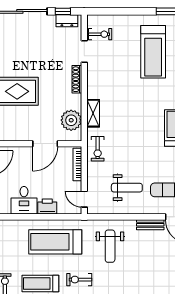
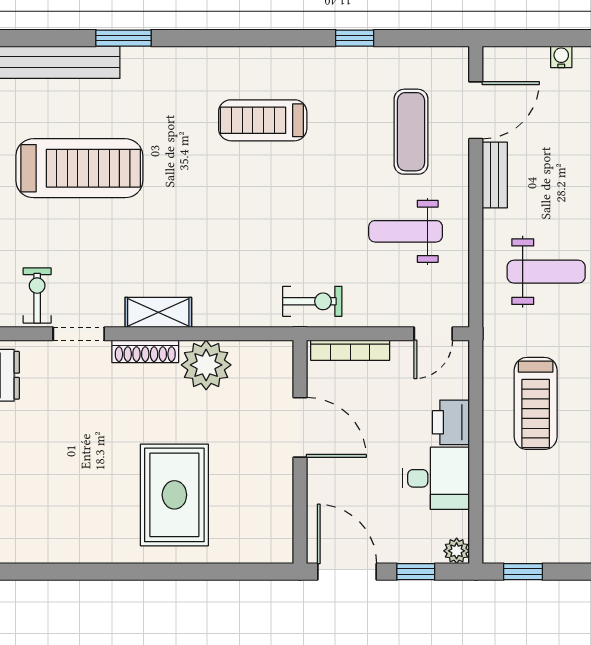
shelving: (93, 113) -> (158, 312), moved
plant: (71, 120) -> (206, 365), moved
weight bench: (127, 188) -> (406, 231), turned -90
treadmill: (55, 242) -> (536, 403), width x0.73, depth x0.73

